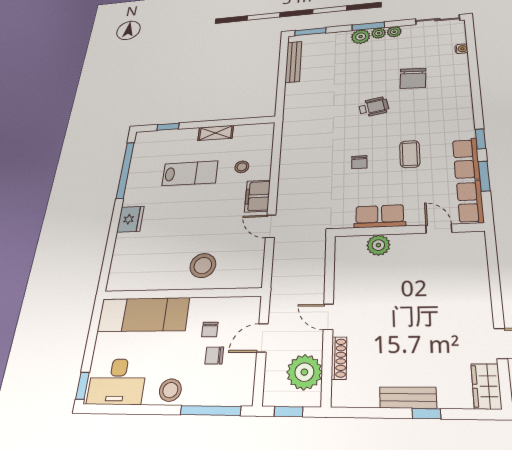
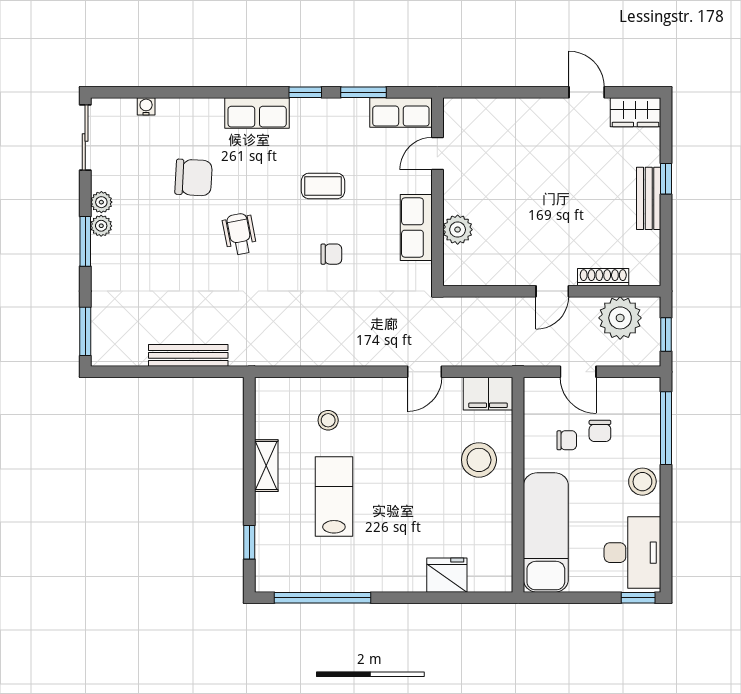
plant: (361, 37) -> (105, 253), removed
bench: (293, 62) -> (188, 355), moved
row of seats: (466, 159) -> (257, 113), moved
filing cabinet: (257, 196) -> (488, 394), moved
fridge: (130, 219) -> (447, 575), moved

